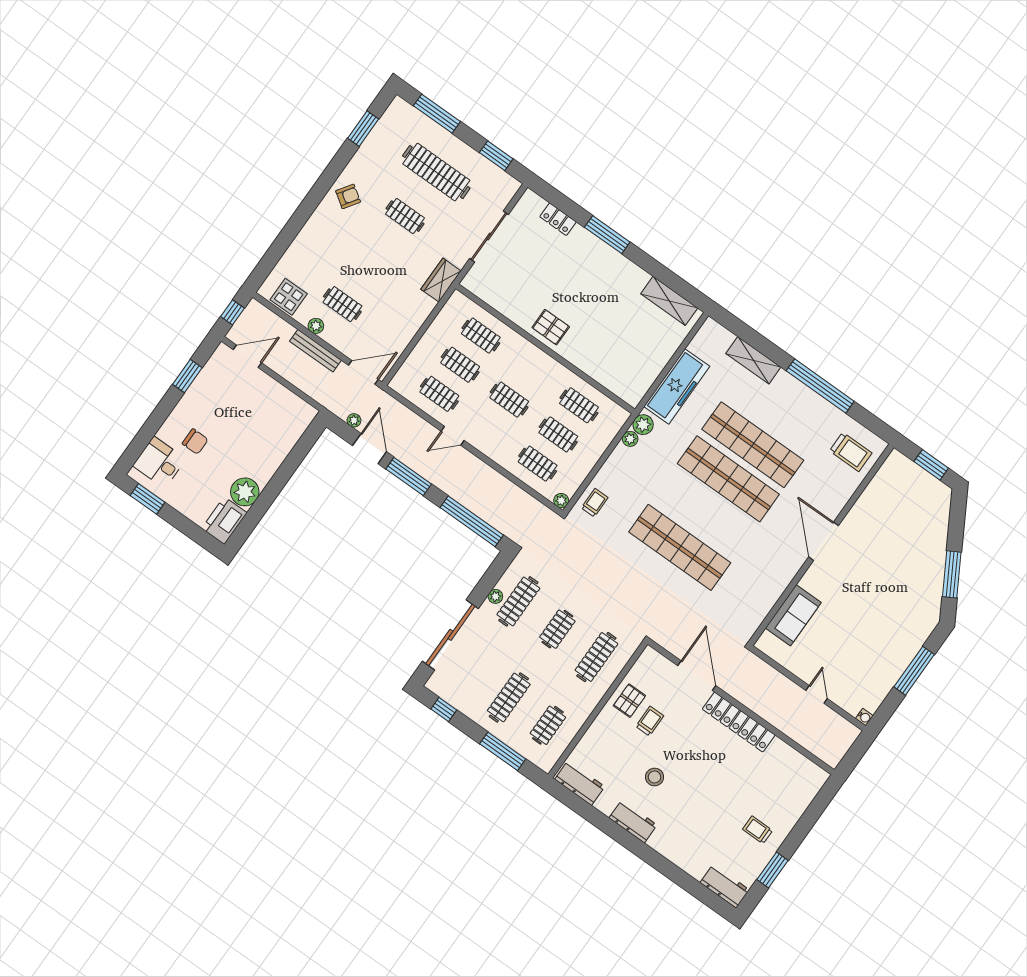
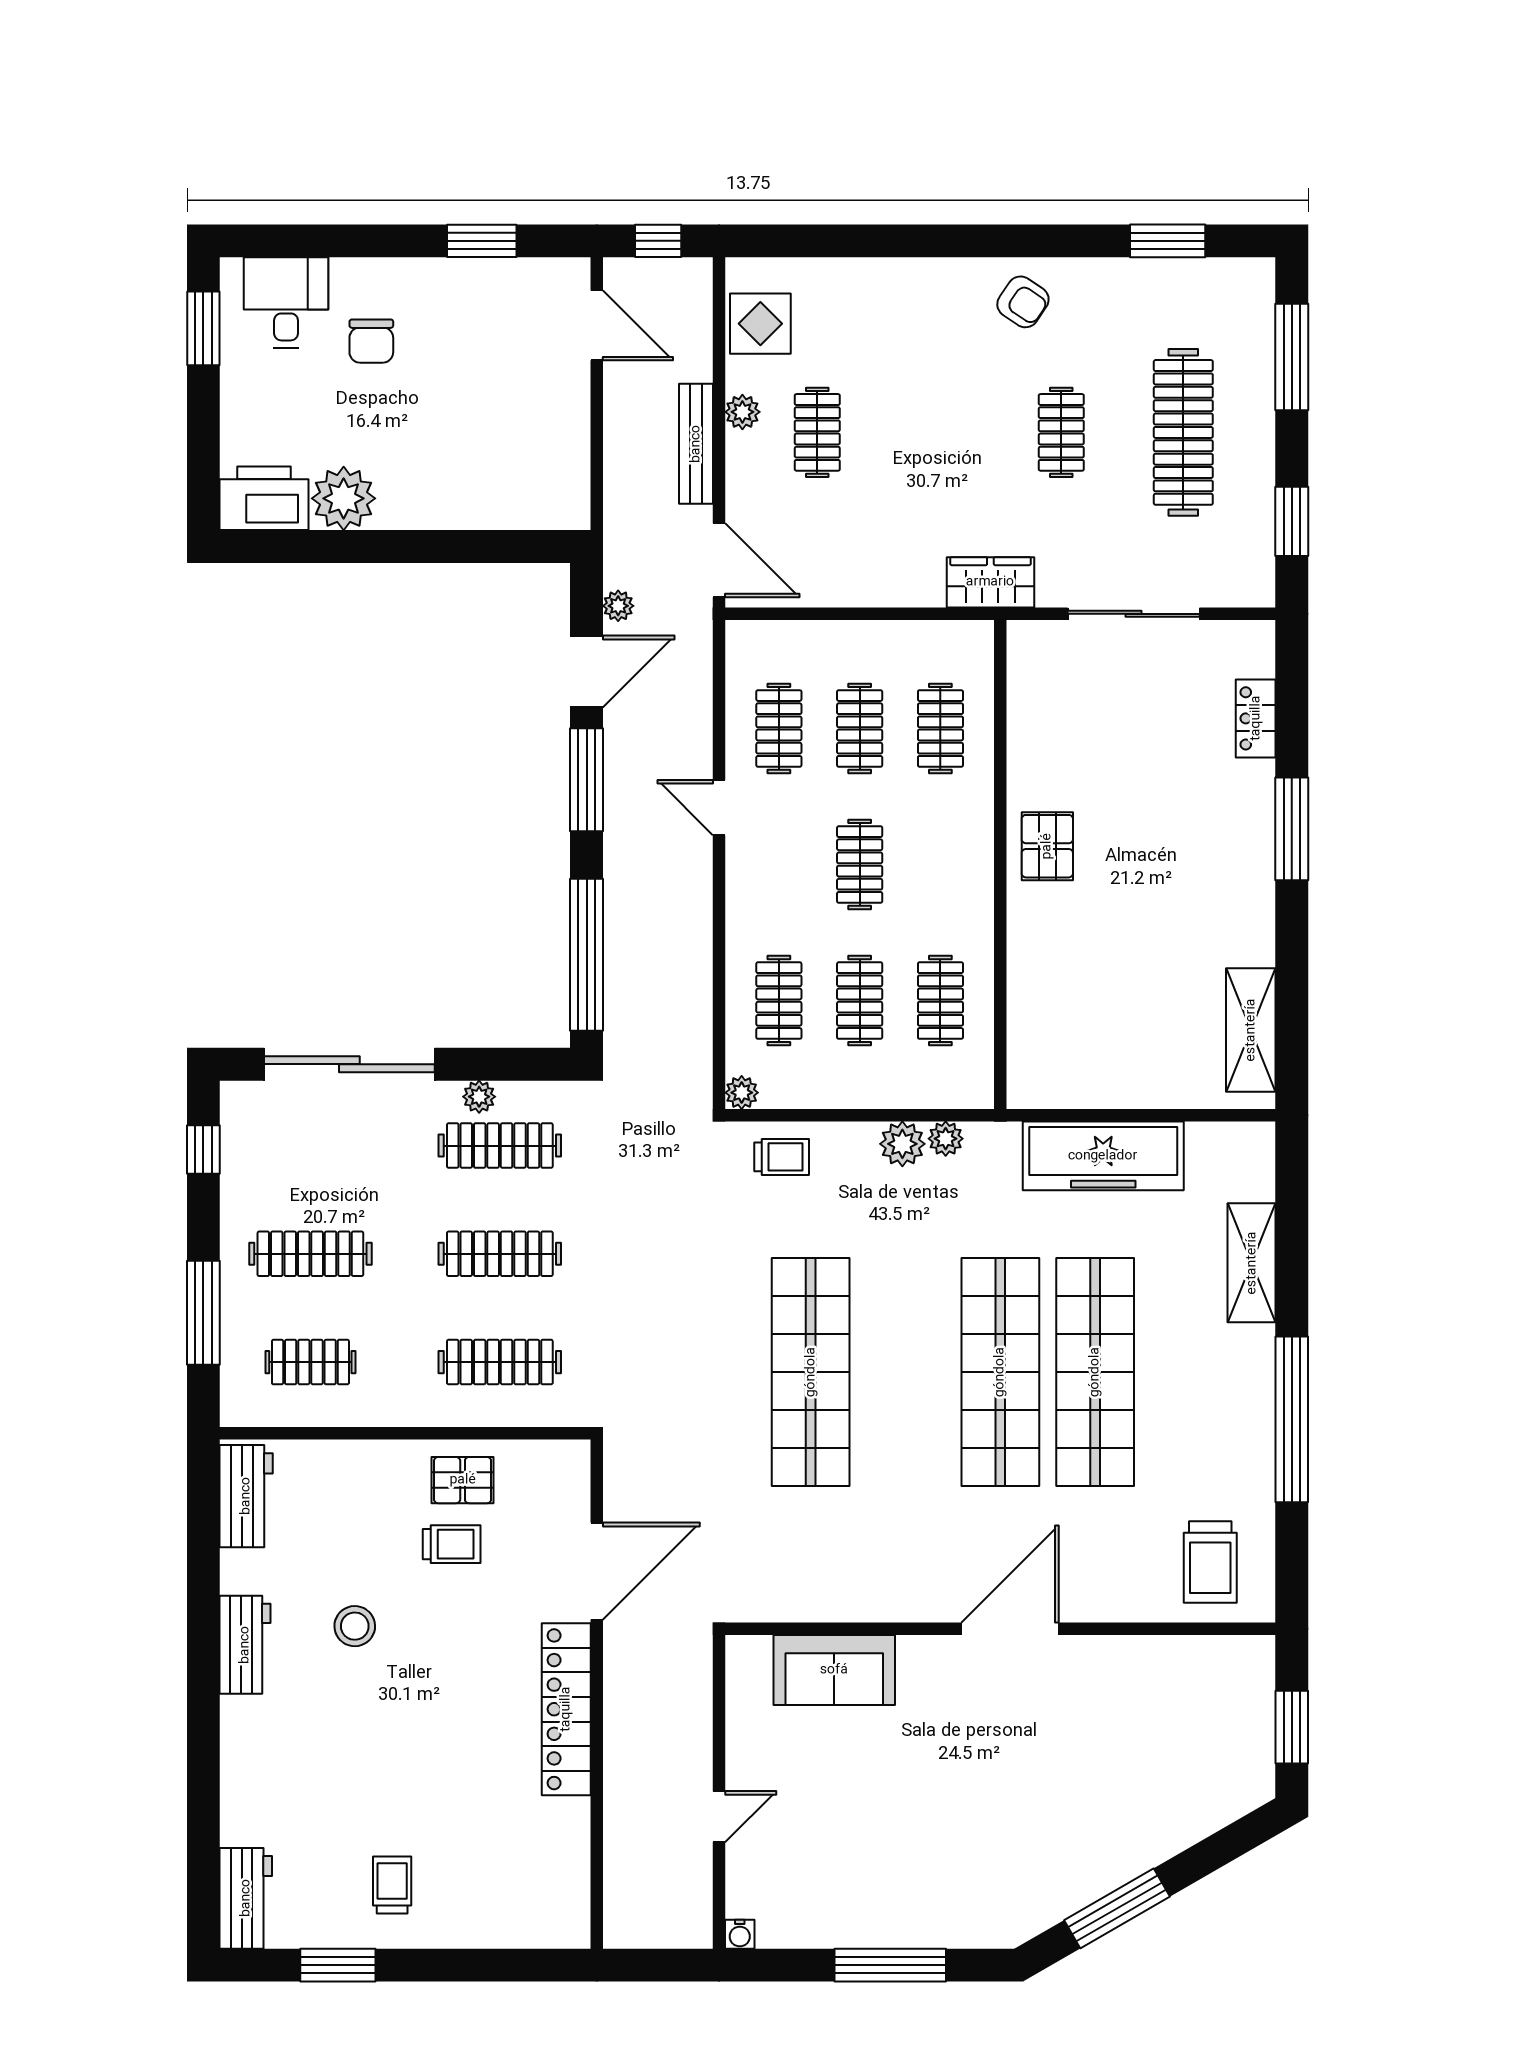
plant: (643, 425) -> (902, 1144), moved
clothes rail: (557, 629) -> (500, 1254), width x1.36

